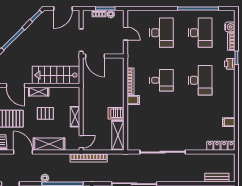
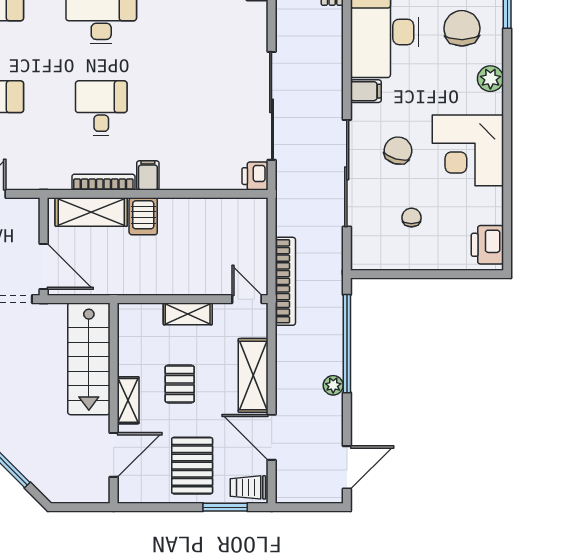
door: (95, 56) -> (44, 266), hinge flipped
server rack: (116, 113) -> (143, 216), moved
shelving: (118, 135) -> (91, 212), moved
printer: (133, 145) -> (255, 176), added
door: (23, 152) -> (272, 437), hinge flipped

